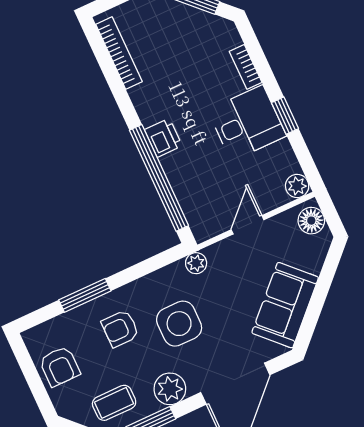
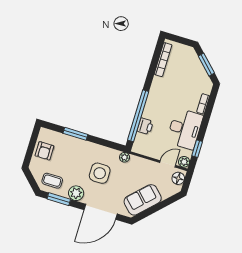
window: (285, 116) -> (197, 149), moved
desk: (247, 123) -> (185, 129), width x1.37
printer: (163, 138) -> (145, 126), moved
door: (248, 225) -> (168, 164), moved
armchair: (120, 329) -> (77, 157), removed

